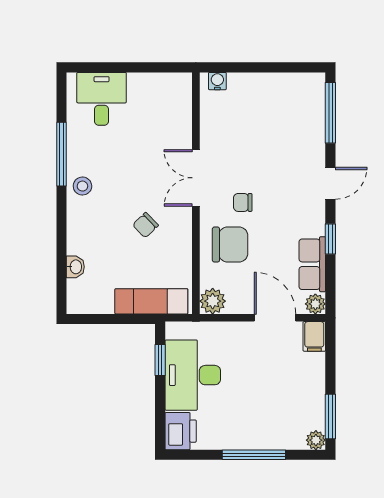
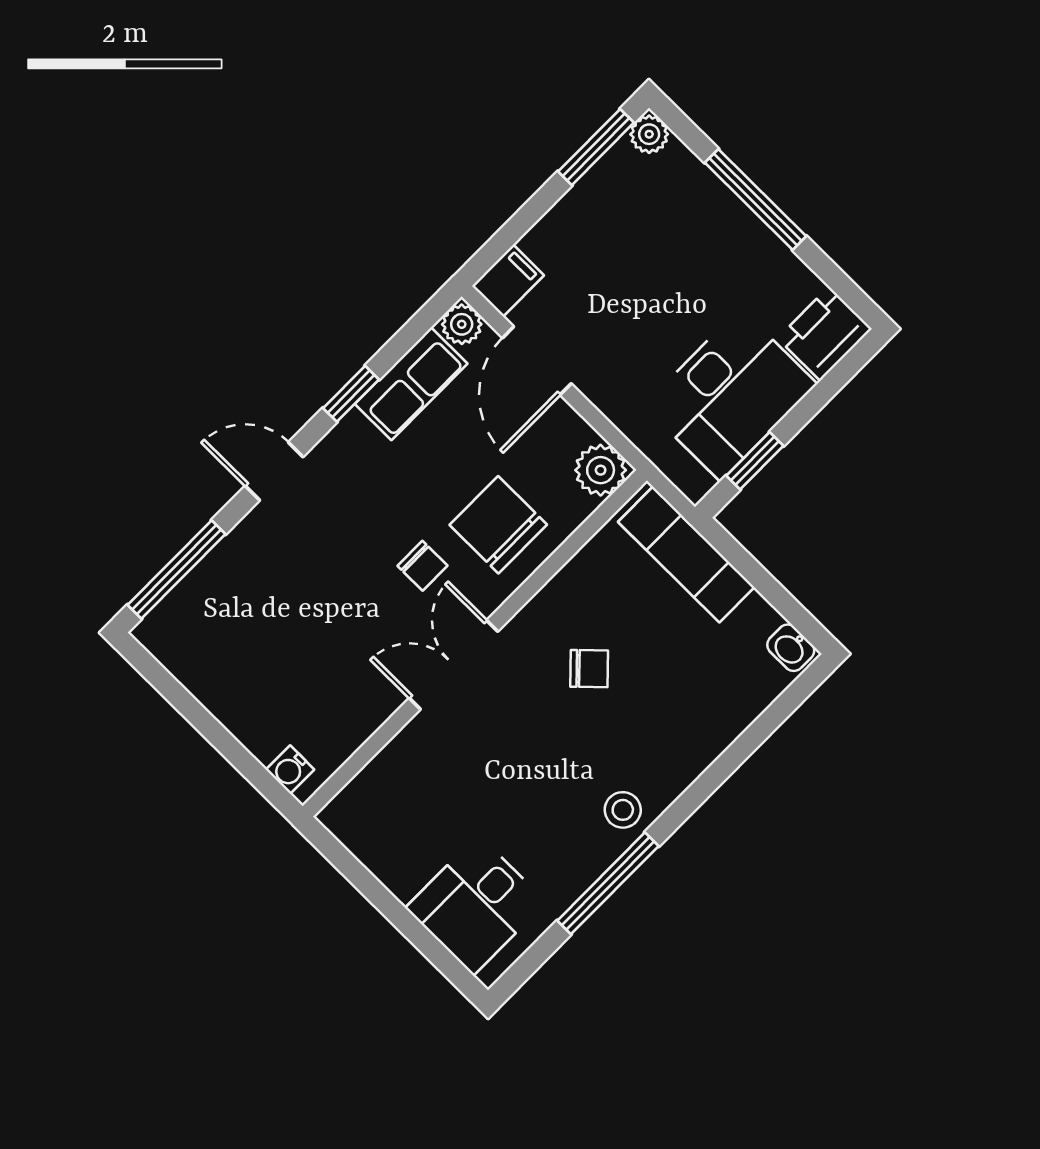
double door: (196, 178) -> (454, 665), swing flipped
washbasin: (75, 267) -> (791, 648), moved, turned -90

